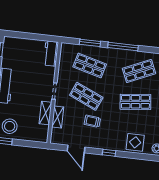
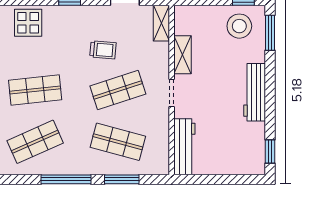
workbench: (51, 54) -> (184, 147), width x1.37
shop shelf: (86, 96) -> (118, 90), turned -42
shelving: (58, 117) -> (161, 23), moved

